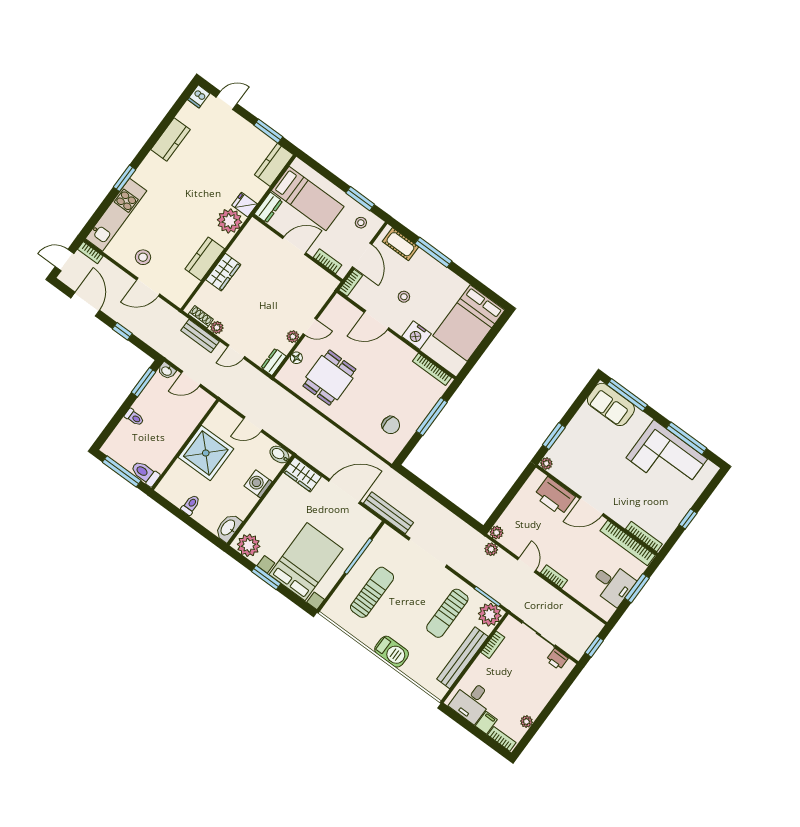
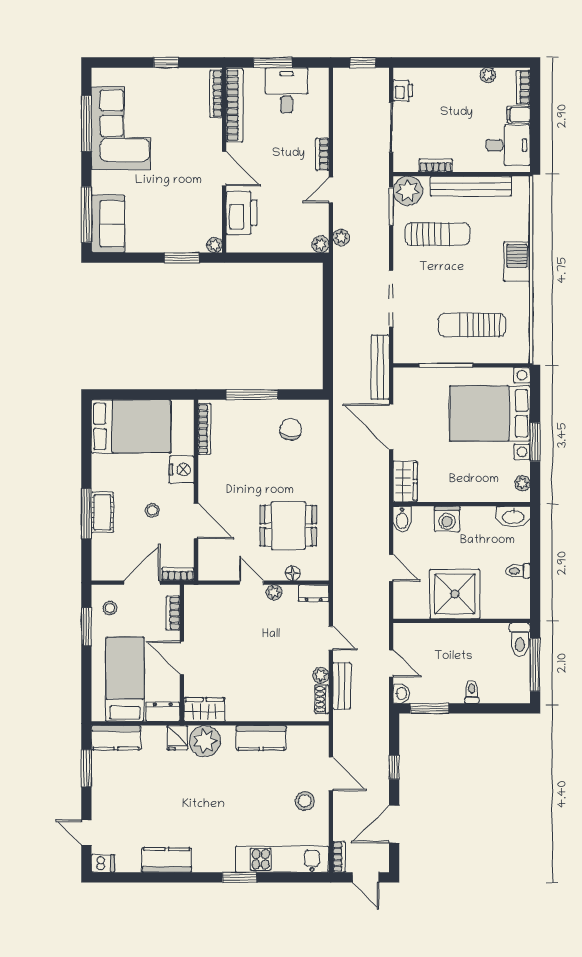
cot: (400, 244) -> (102, 512), moved
wardrobe: (223, 272) -> (205, 710), moved
plant: (249, 545) -> (522, 483), width x0.53, depth x0.53

